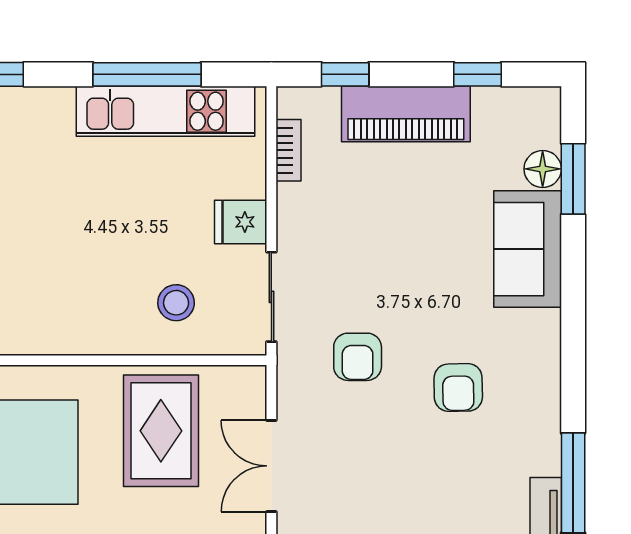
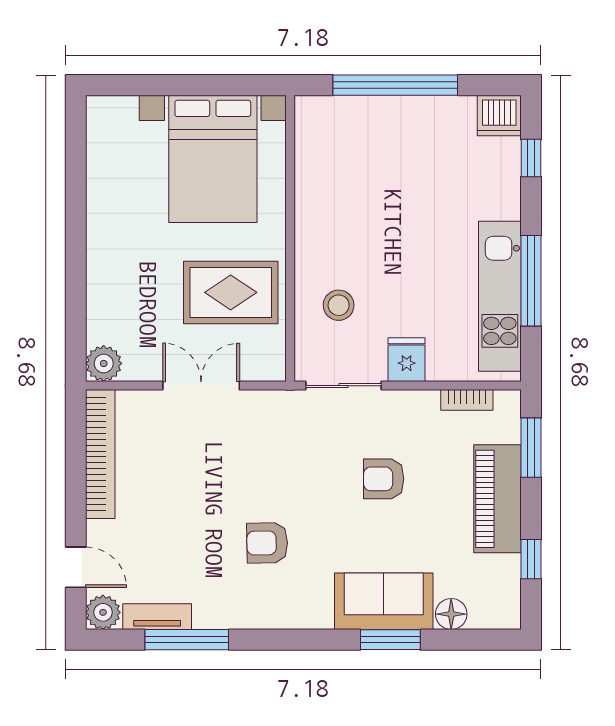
window: (345, 74) -> (531, 448), width x1.50
window: (573, 179) -> (390, 640), moved
armchair: (358, 357) -> (384, 479), moved

